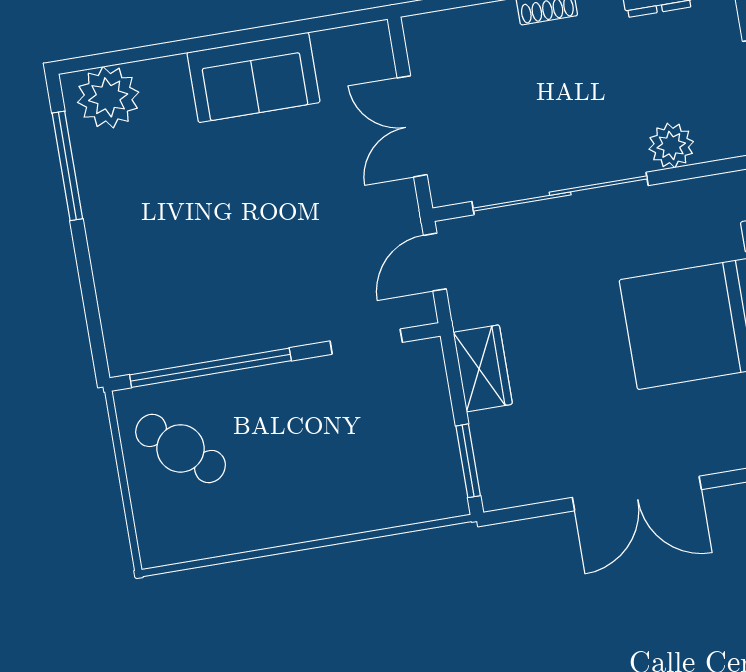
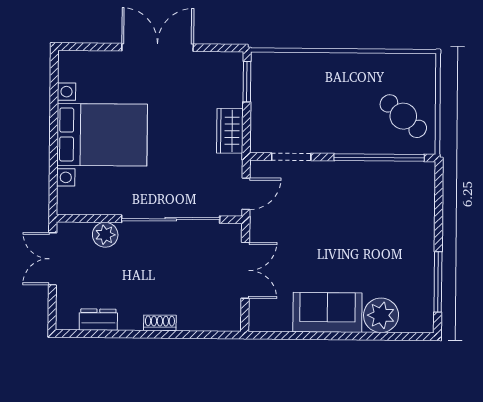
plant: (108, 97) -> (381, 315), moved

